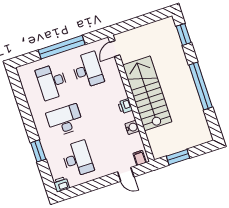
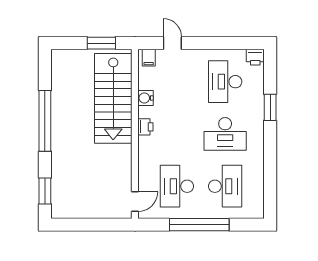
stairs: (147, 93) -> (113, 98), moved

